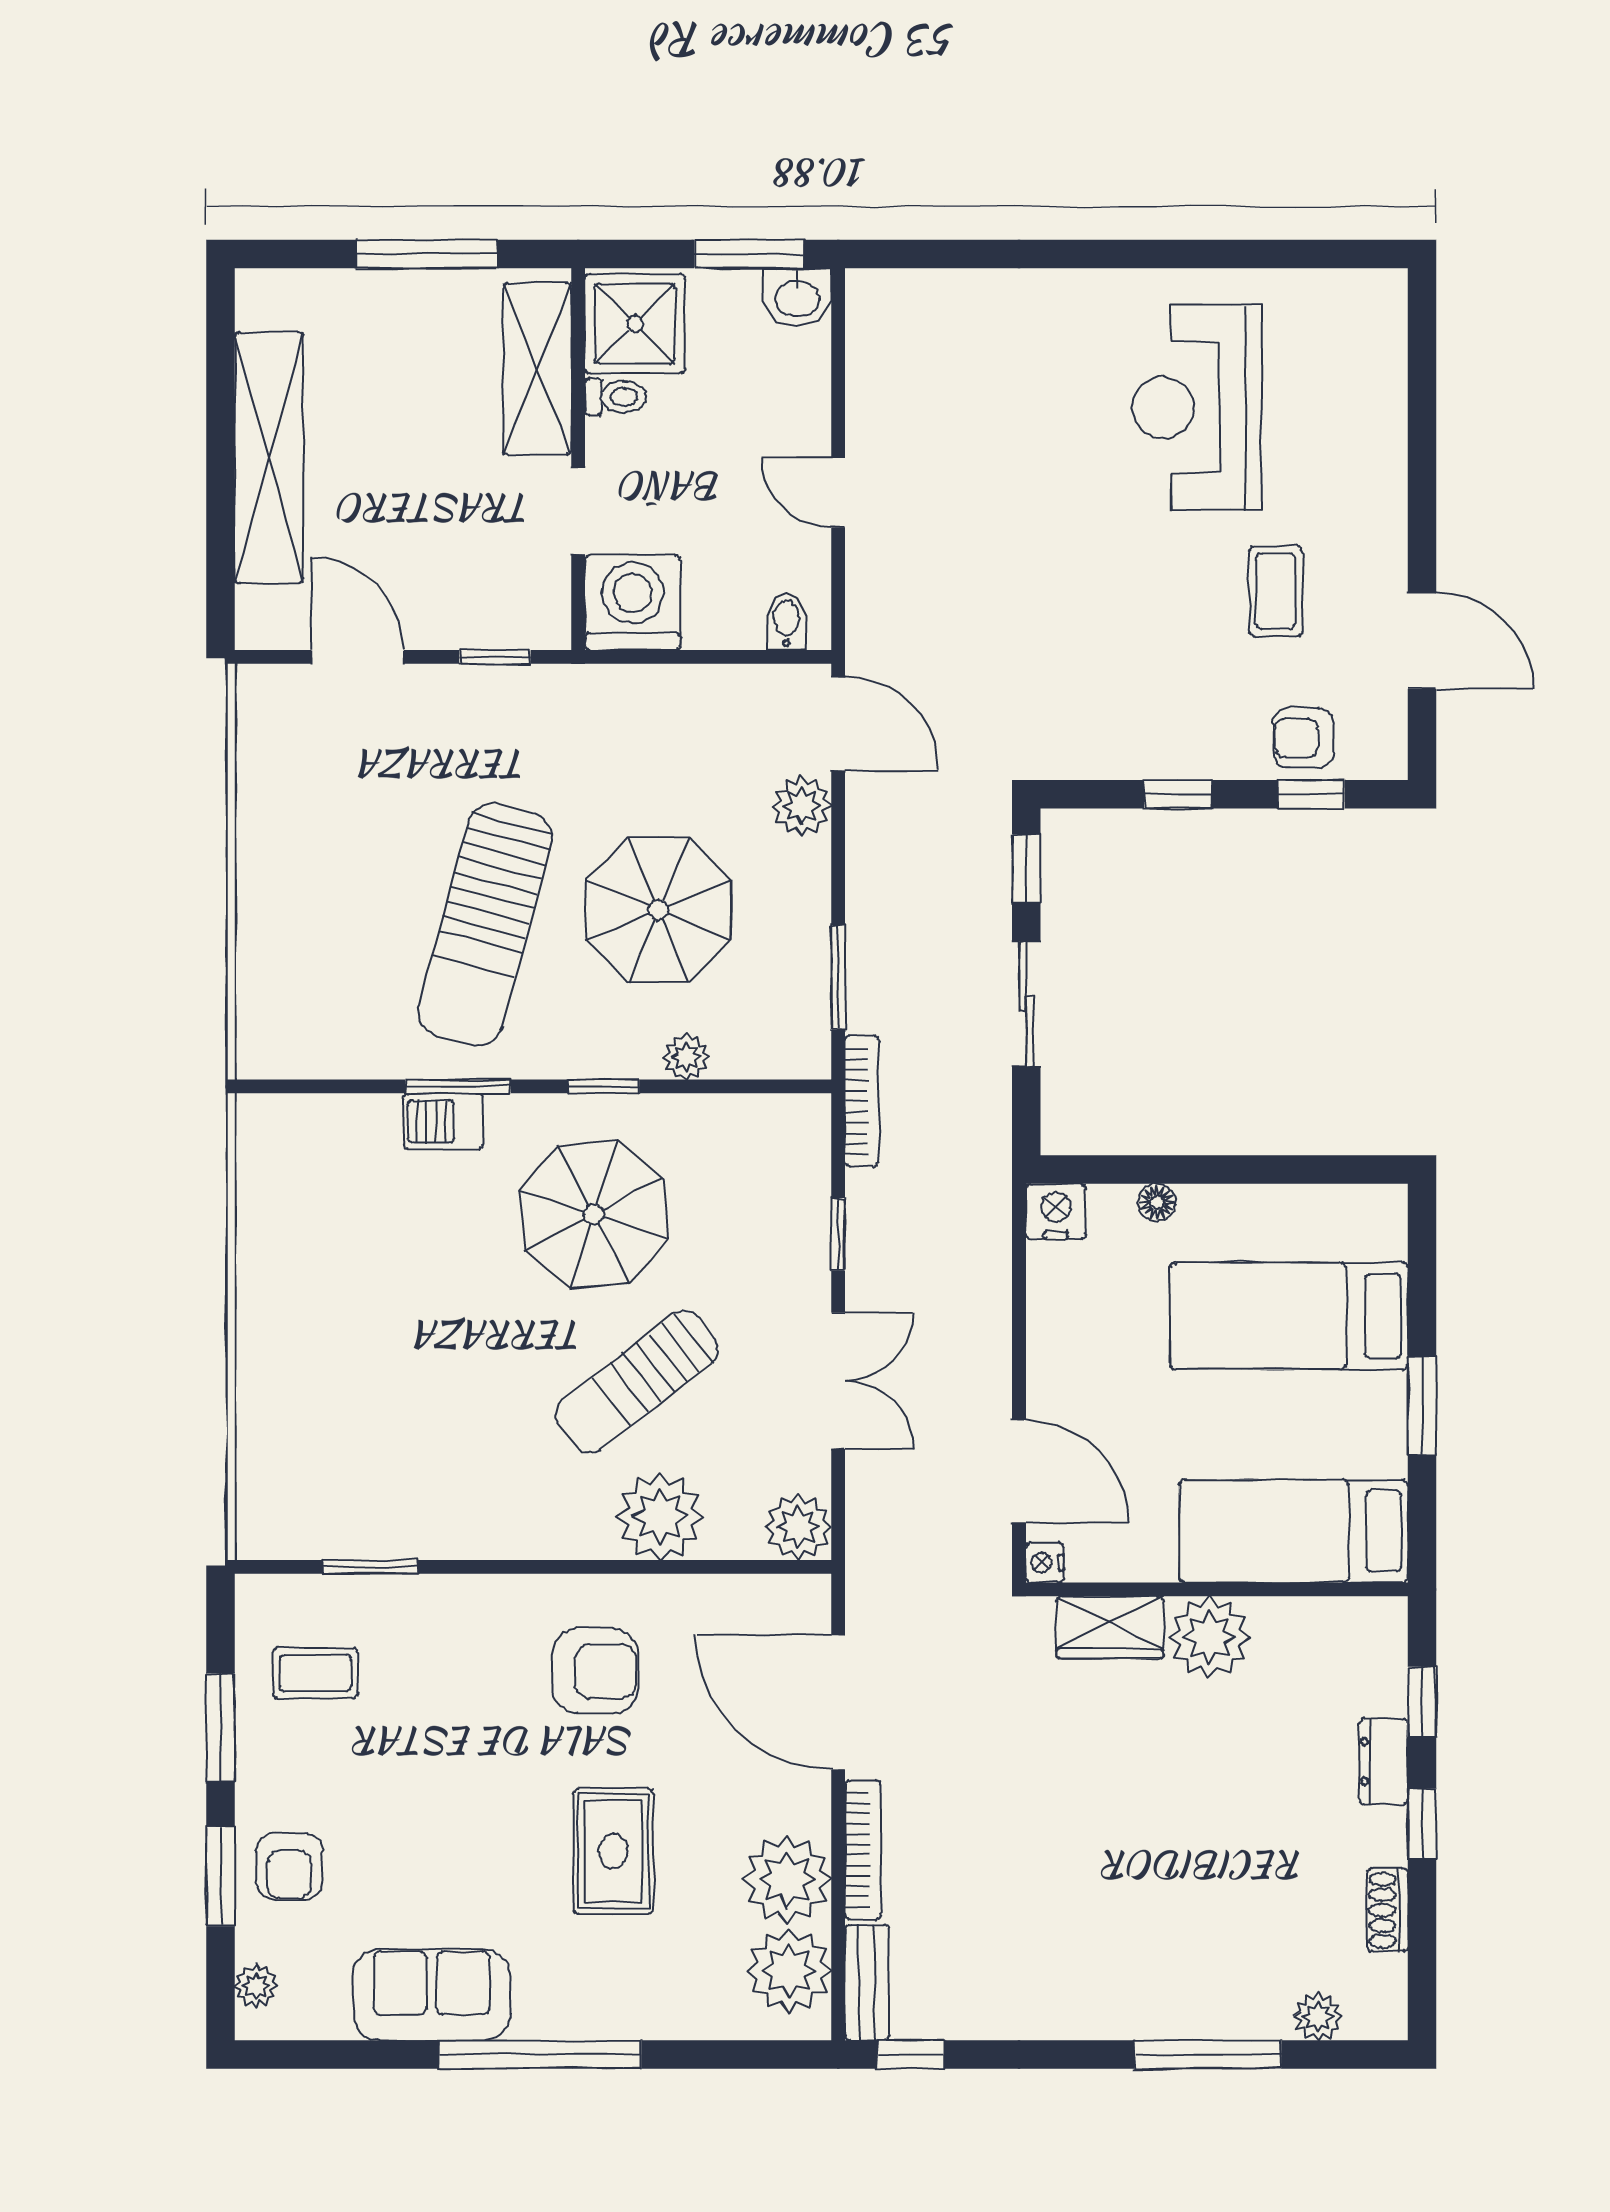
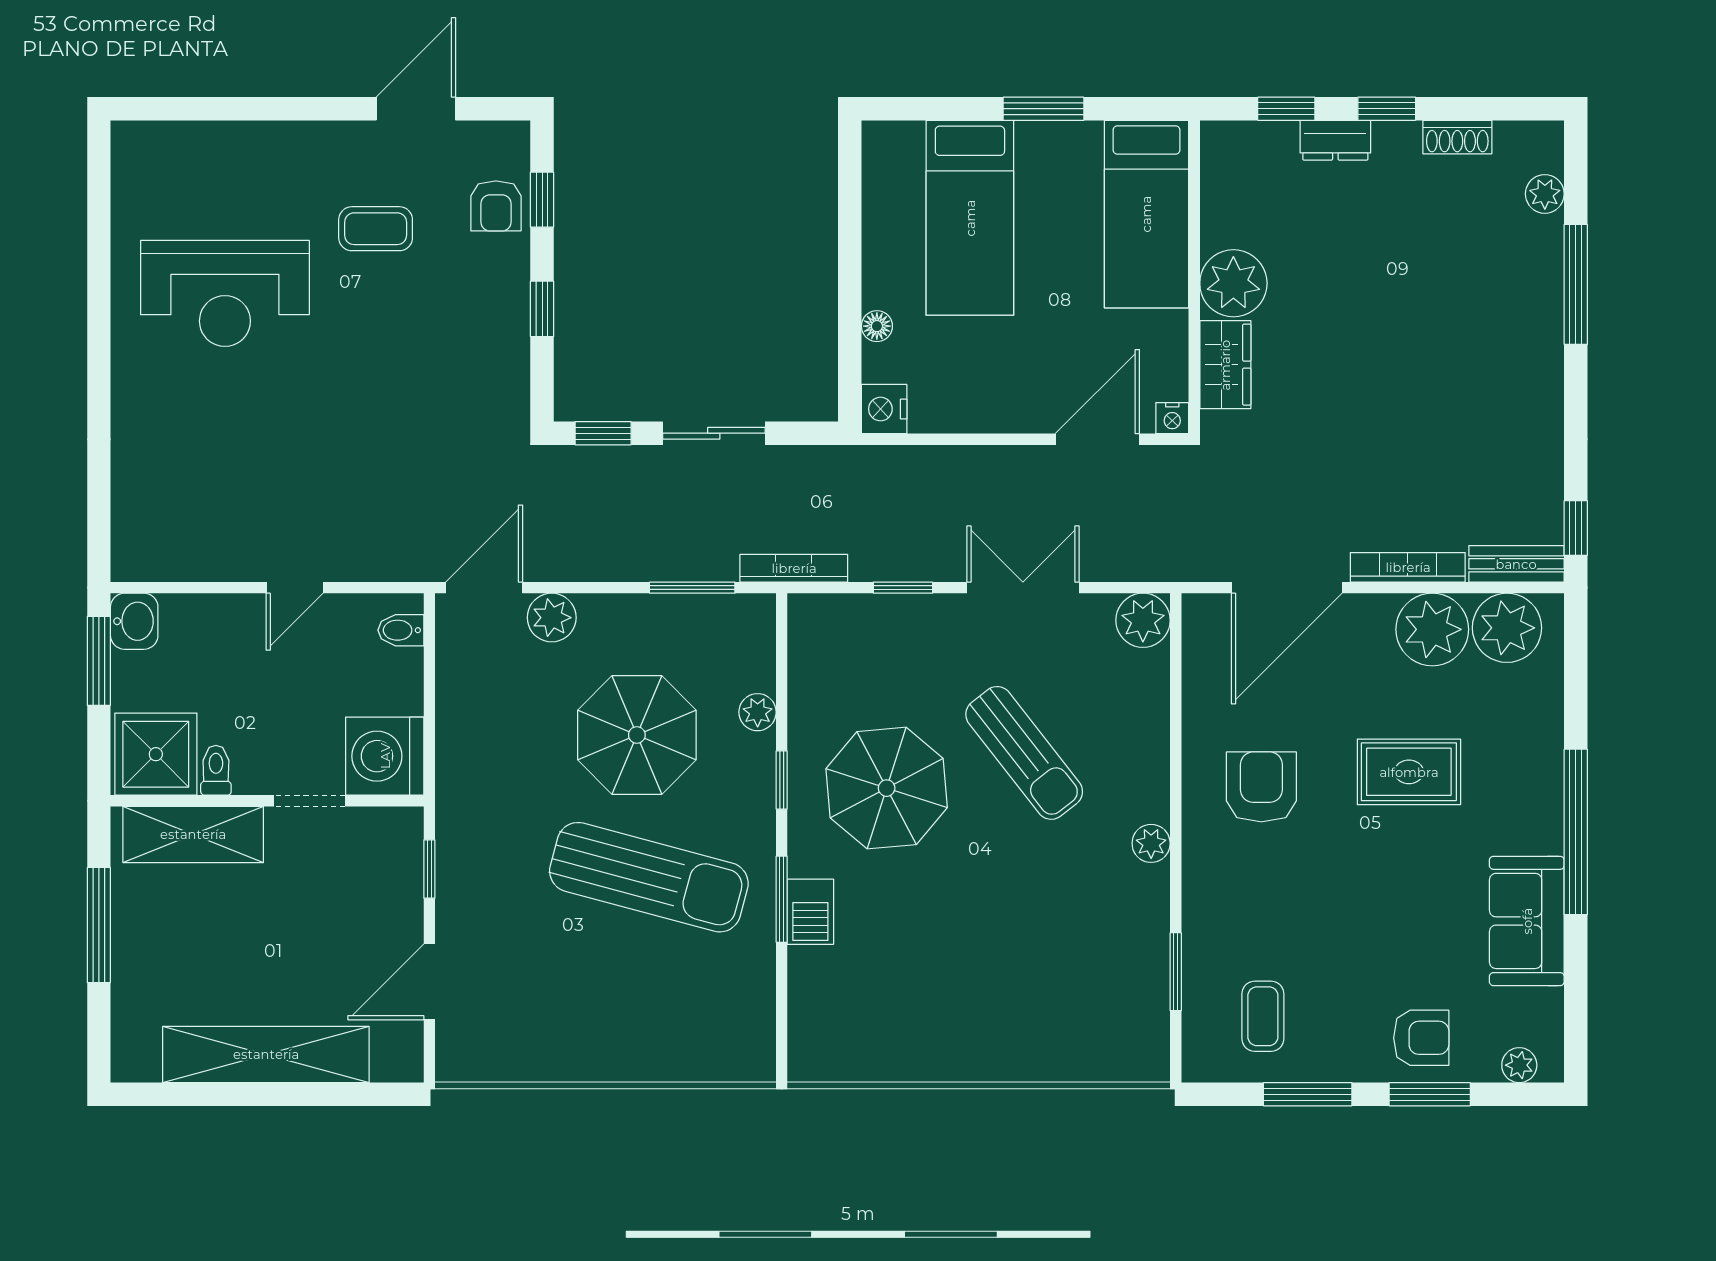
plant: (660, 1517) -> (1151, 843), moved, width x0.53, depth x0.53

